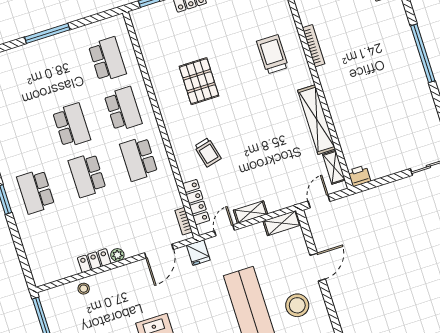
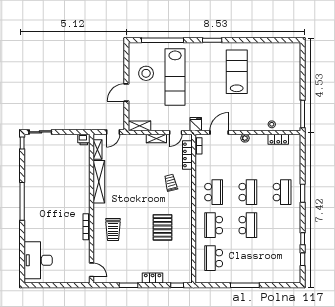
school desk: (71, 125) -> (248, 225), turned 180
locker: (94, 261) -> (278, 139), moved

